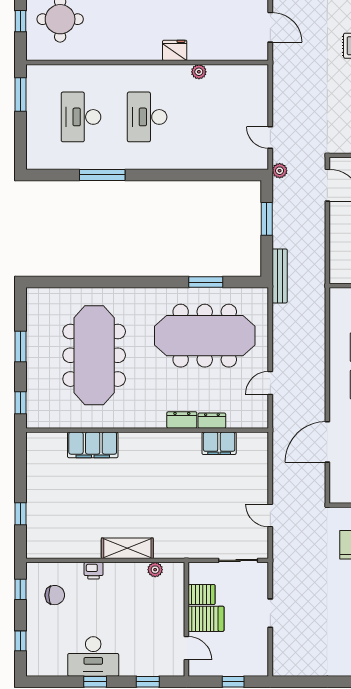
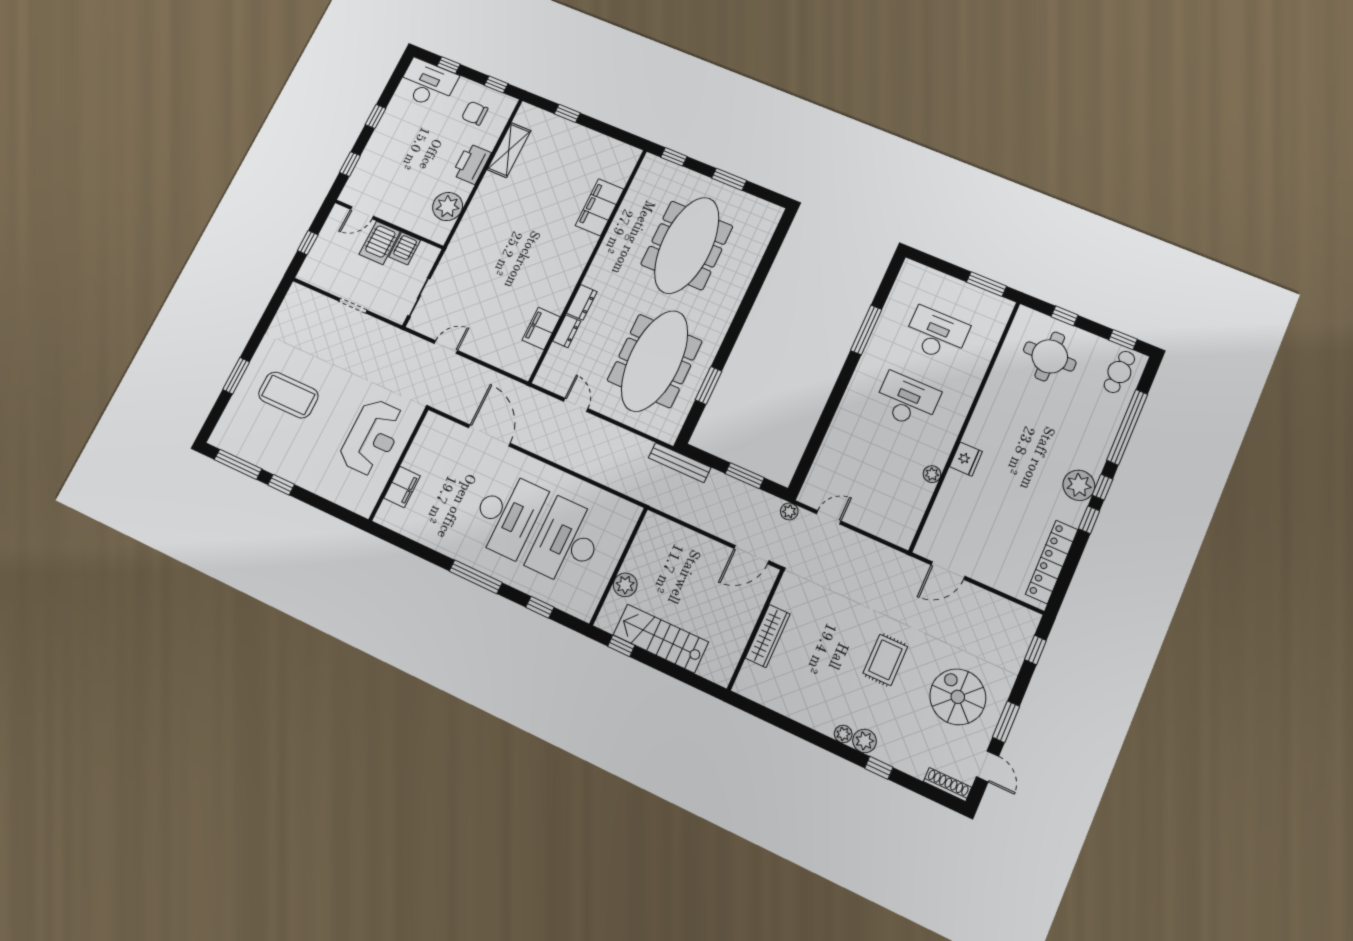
meeting table: (94, 355) -> (687, 245), turned 90
shelving: (127, 548) -> (509, 150), moved
plant: (155, 570) -> (448, 206), width x1.87, depth x1.87
printer: (94, 571) -> (472, 164), width x1.87, depth x1.48
chair: (55, 595) -> (475, 113), turned 90
desk: (93, 656) -> (427, 84), moved, turned 90

